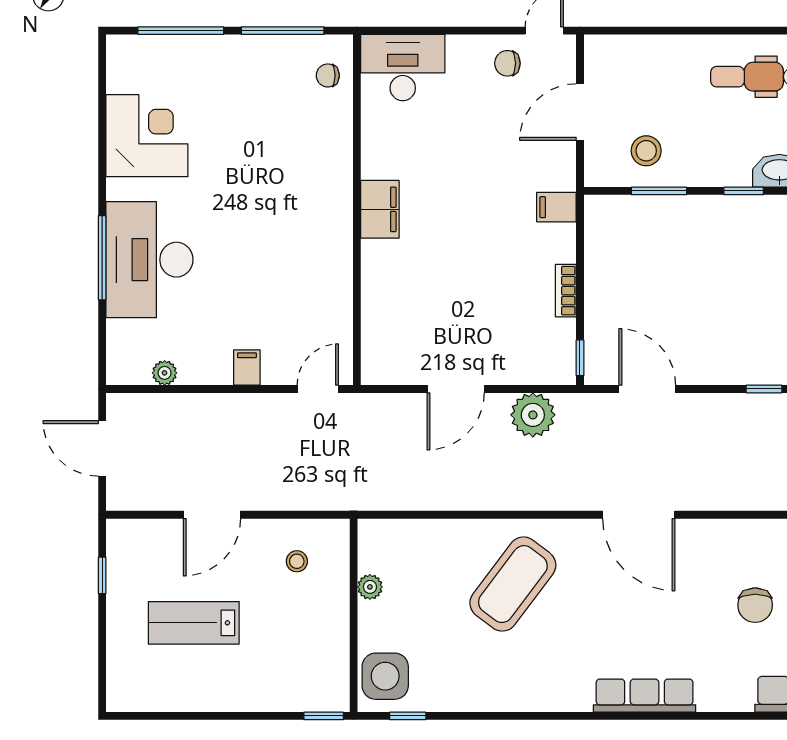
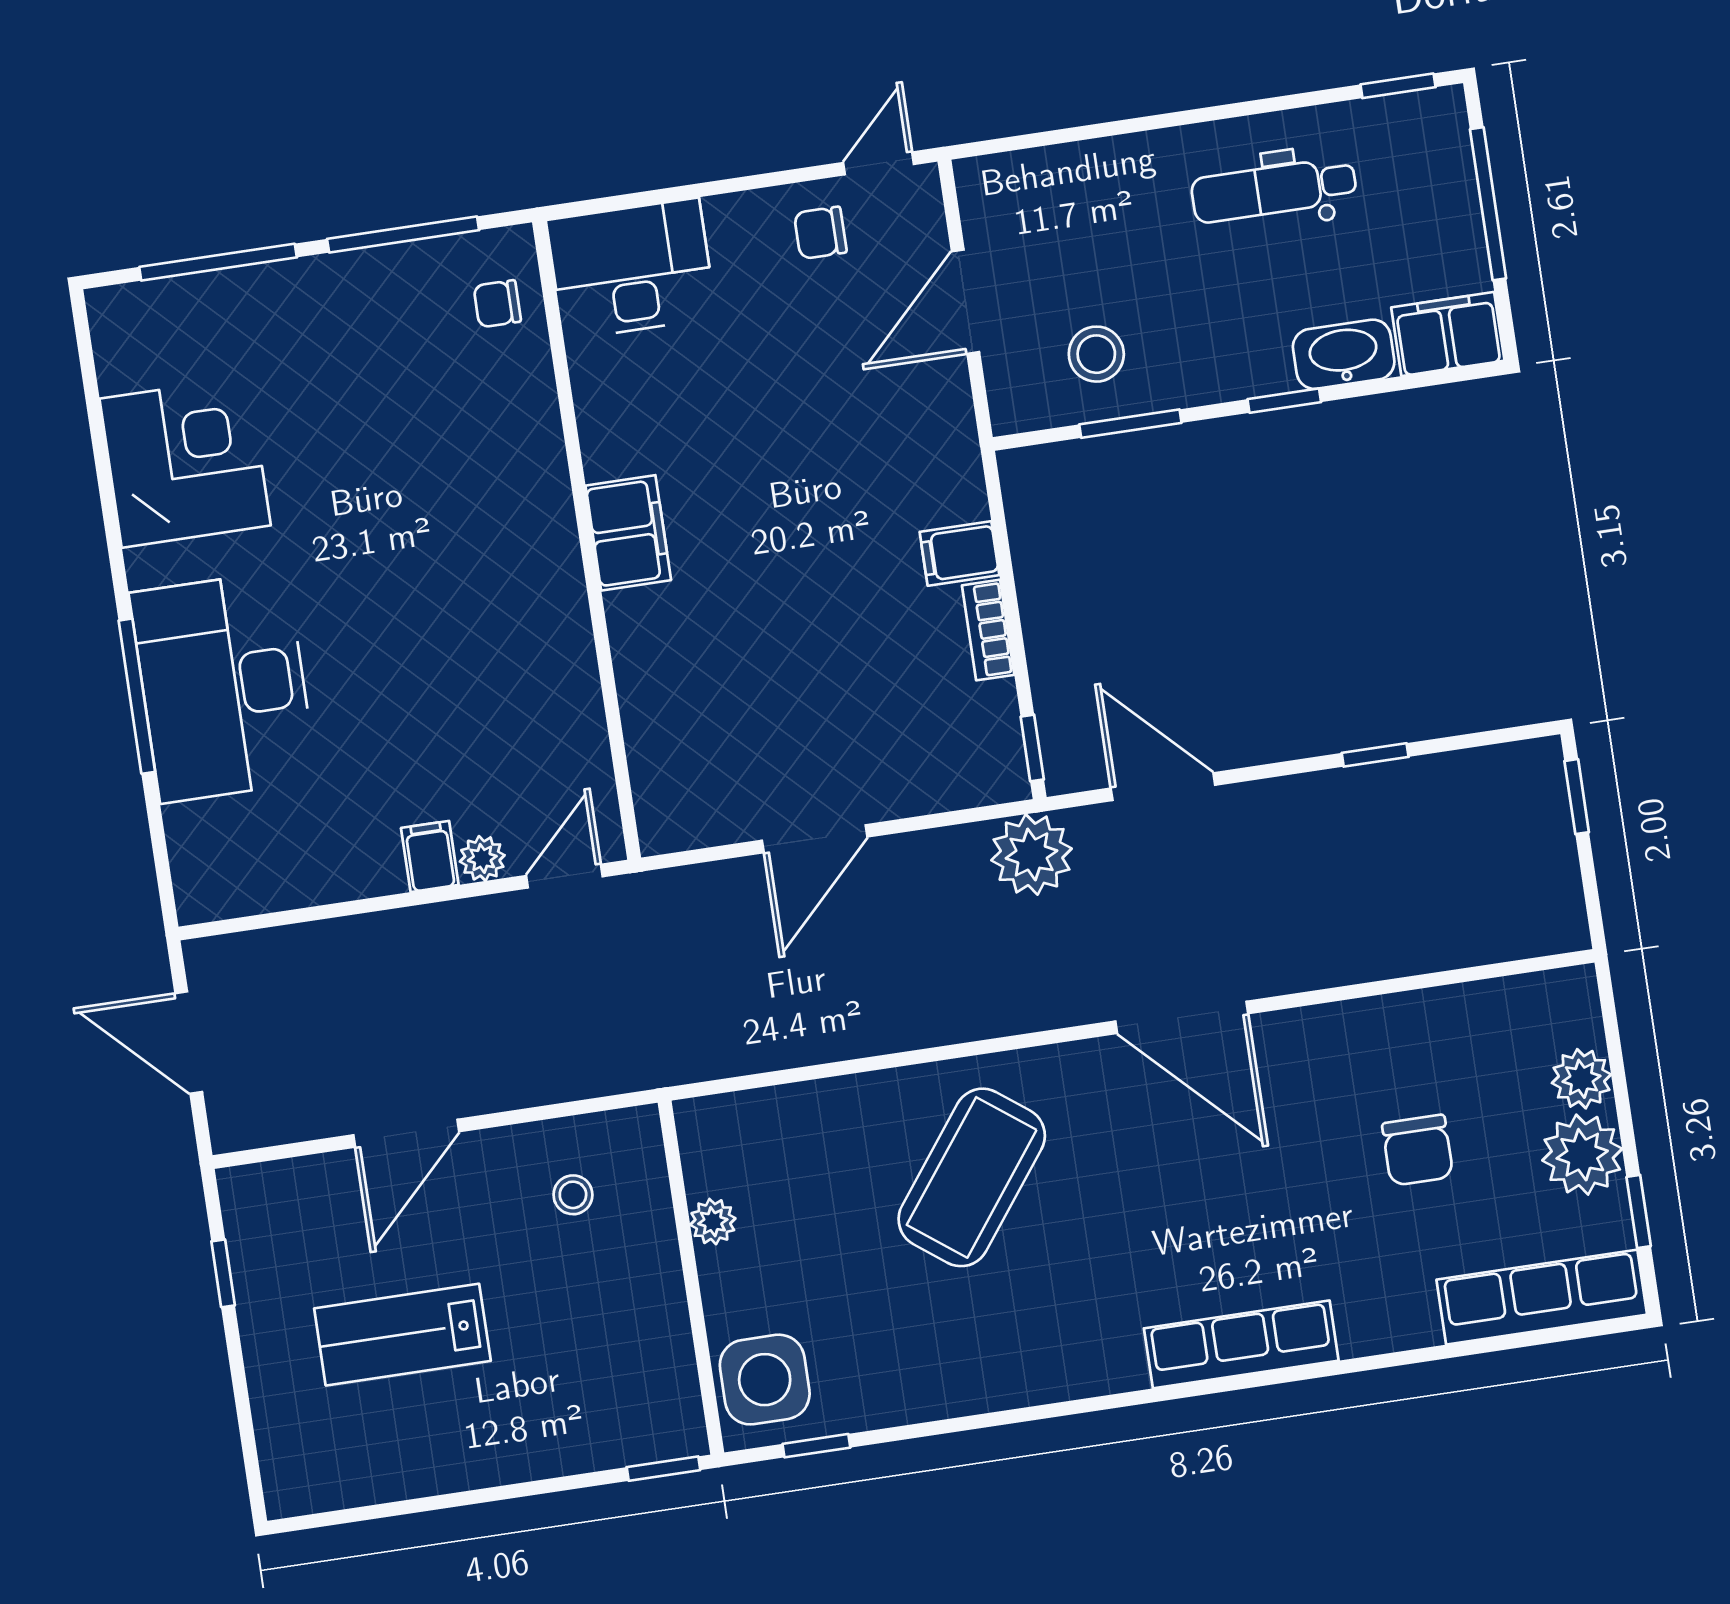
filing cabinet: (556, 207) -> (959, 553), moved
plant: (165, 373) -> (482, 858), moved
plant: (533, 415) -> (1032, 854), moved

